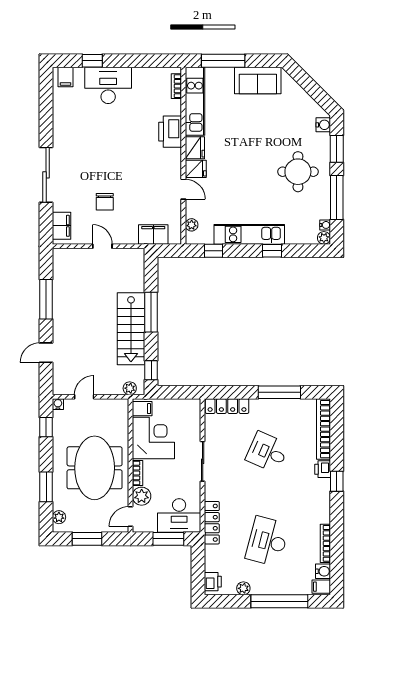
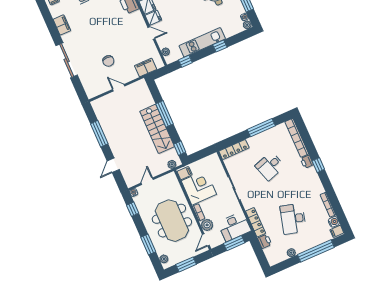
filing cabinet: (62, 226) -> (62, 25), moved
desk: (267, 452) -> (270, 166), turned -42
printer: (213, 582) -> (265, 241), moved

